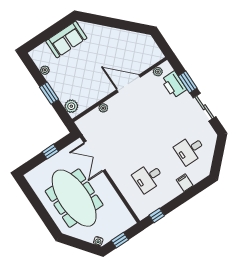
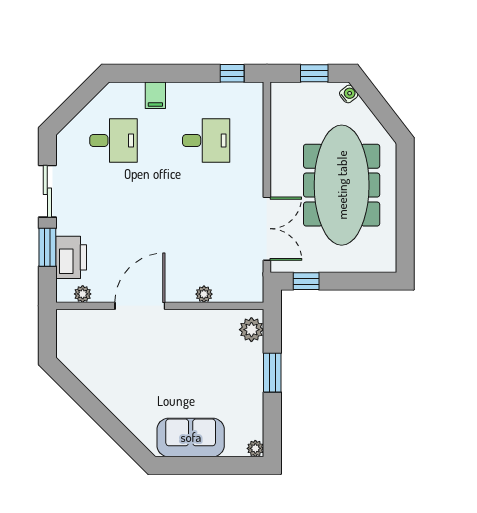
plant: (45, 70) -> (255, 448), moved
door: (129, 83) -> (140, 306), swing flipped
window: (50, 152) -> (306, 281), moved

